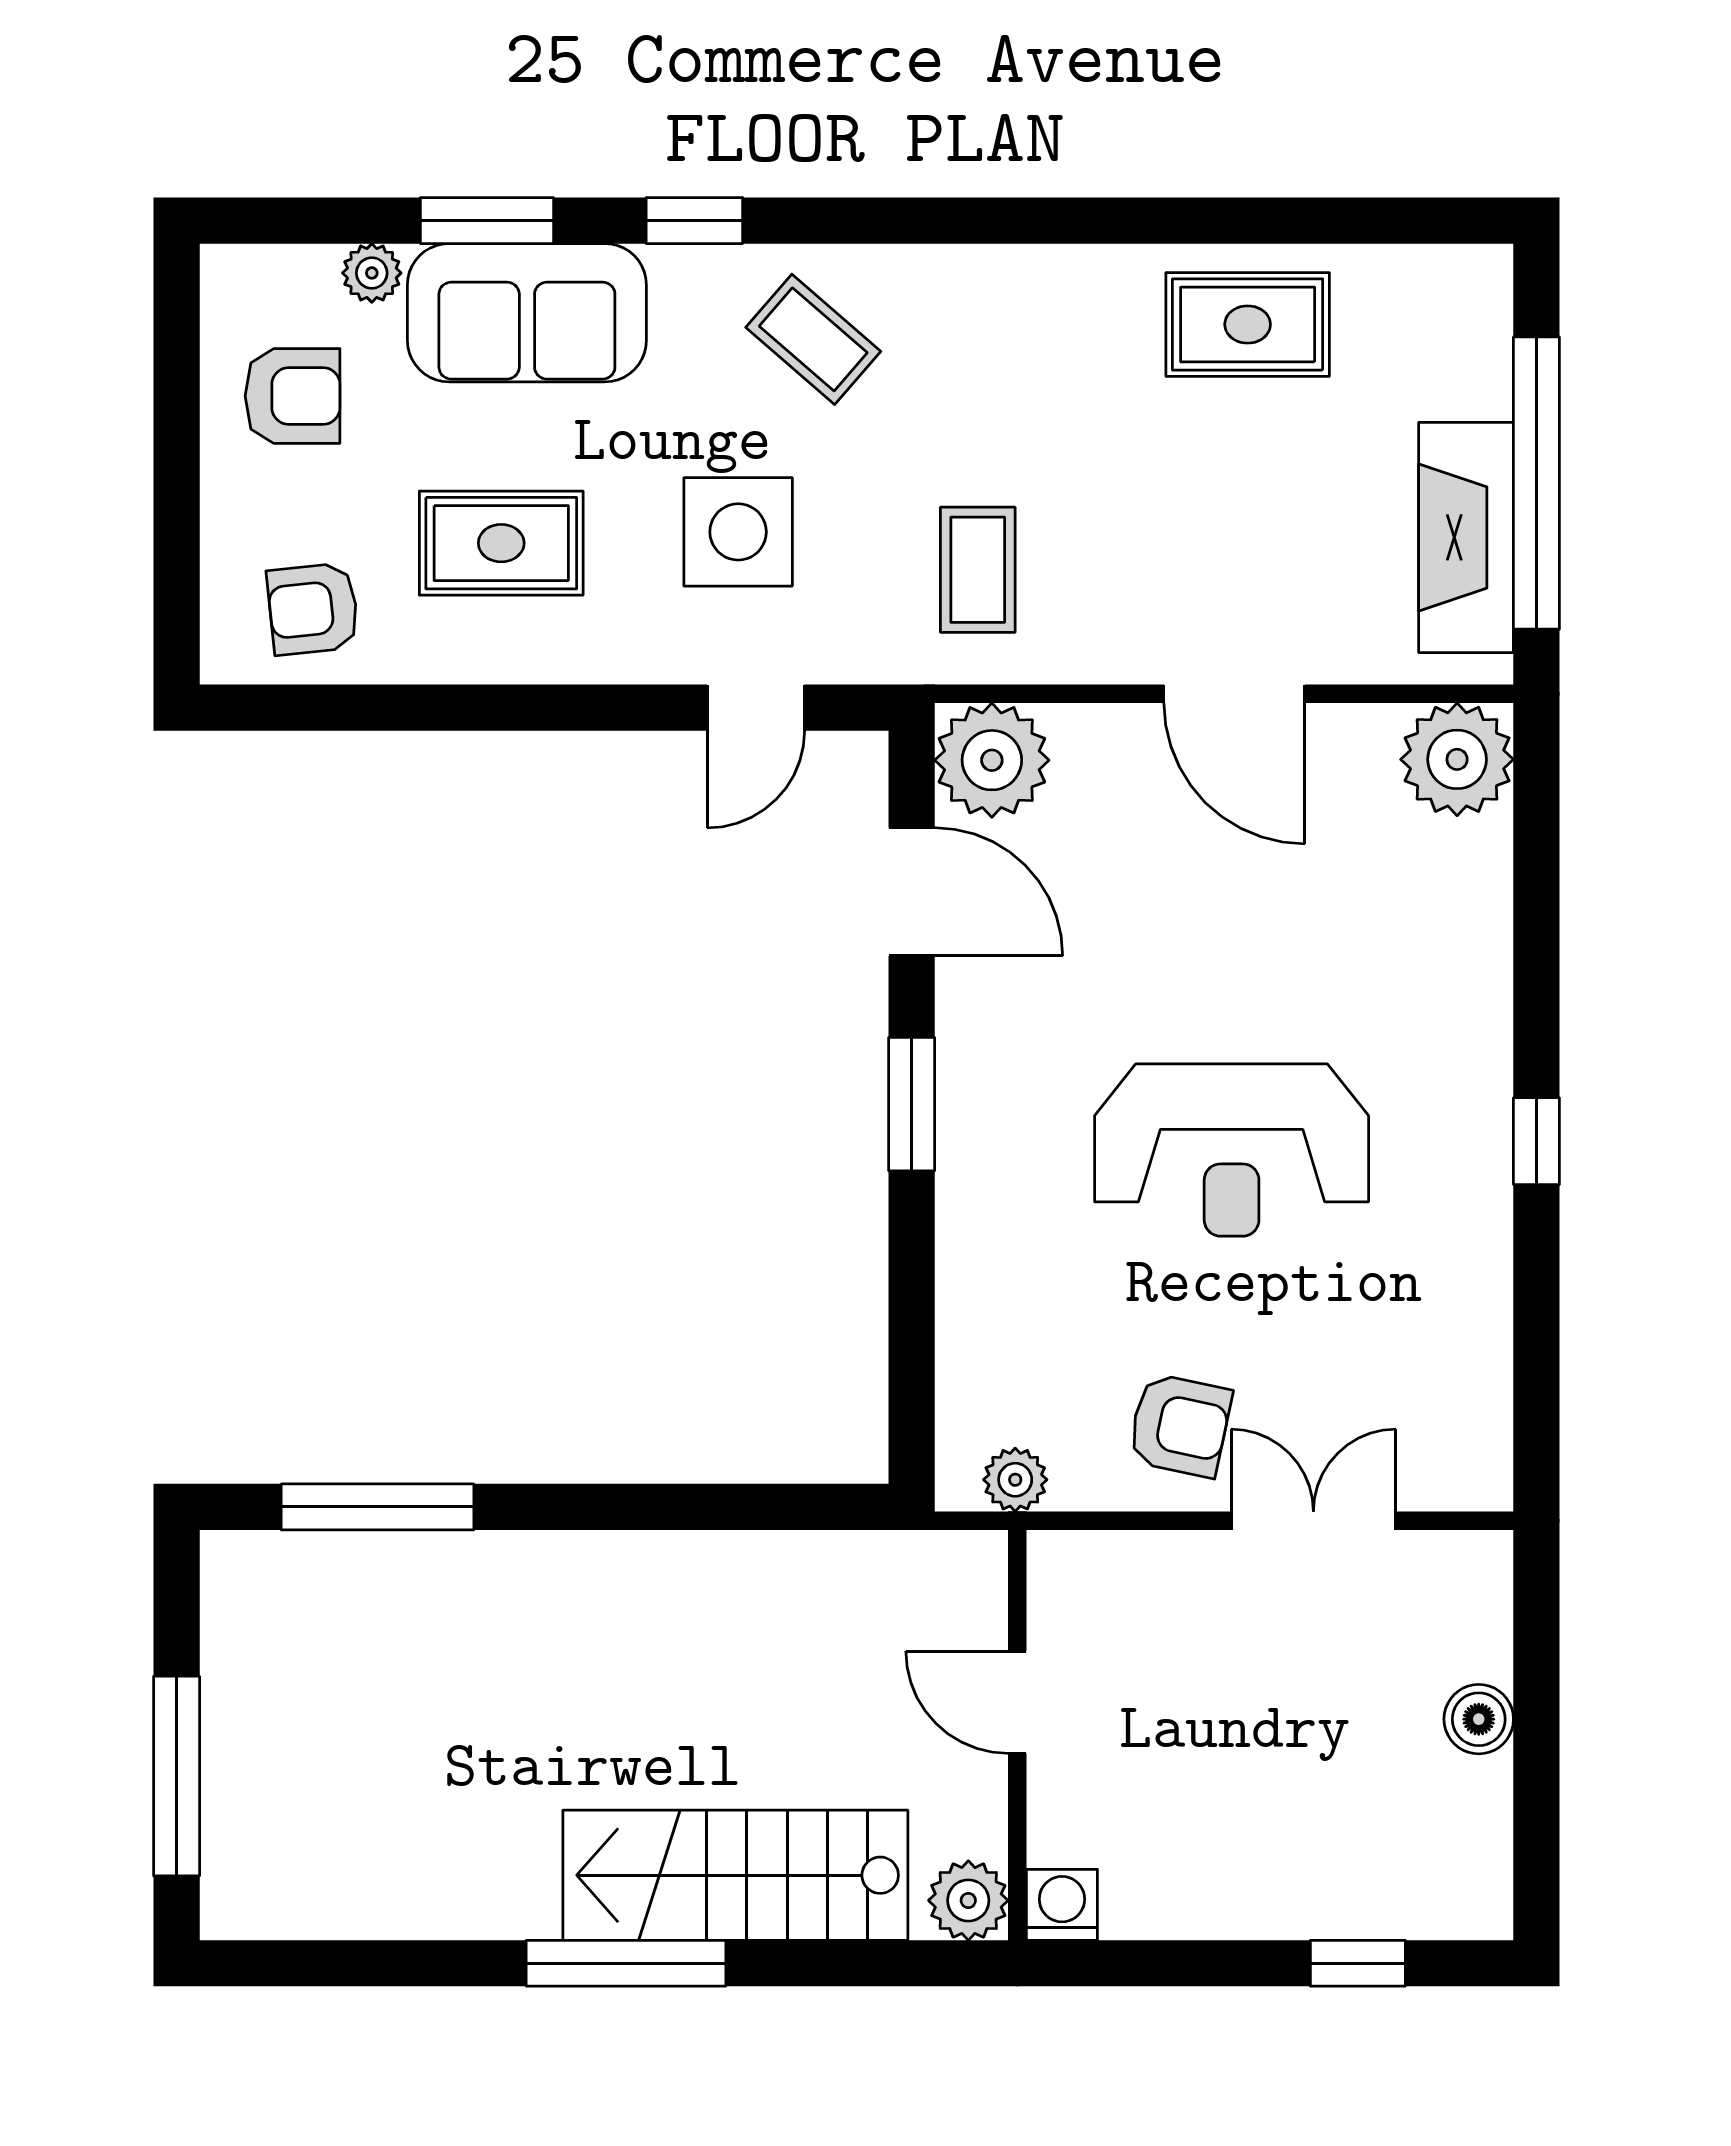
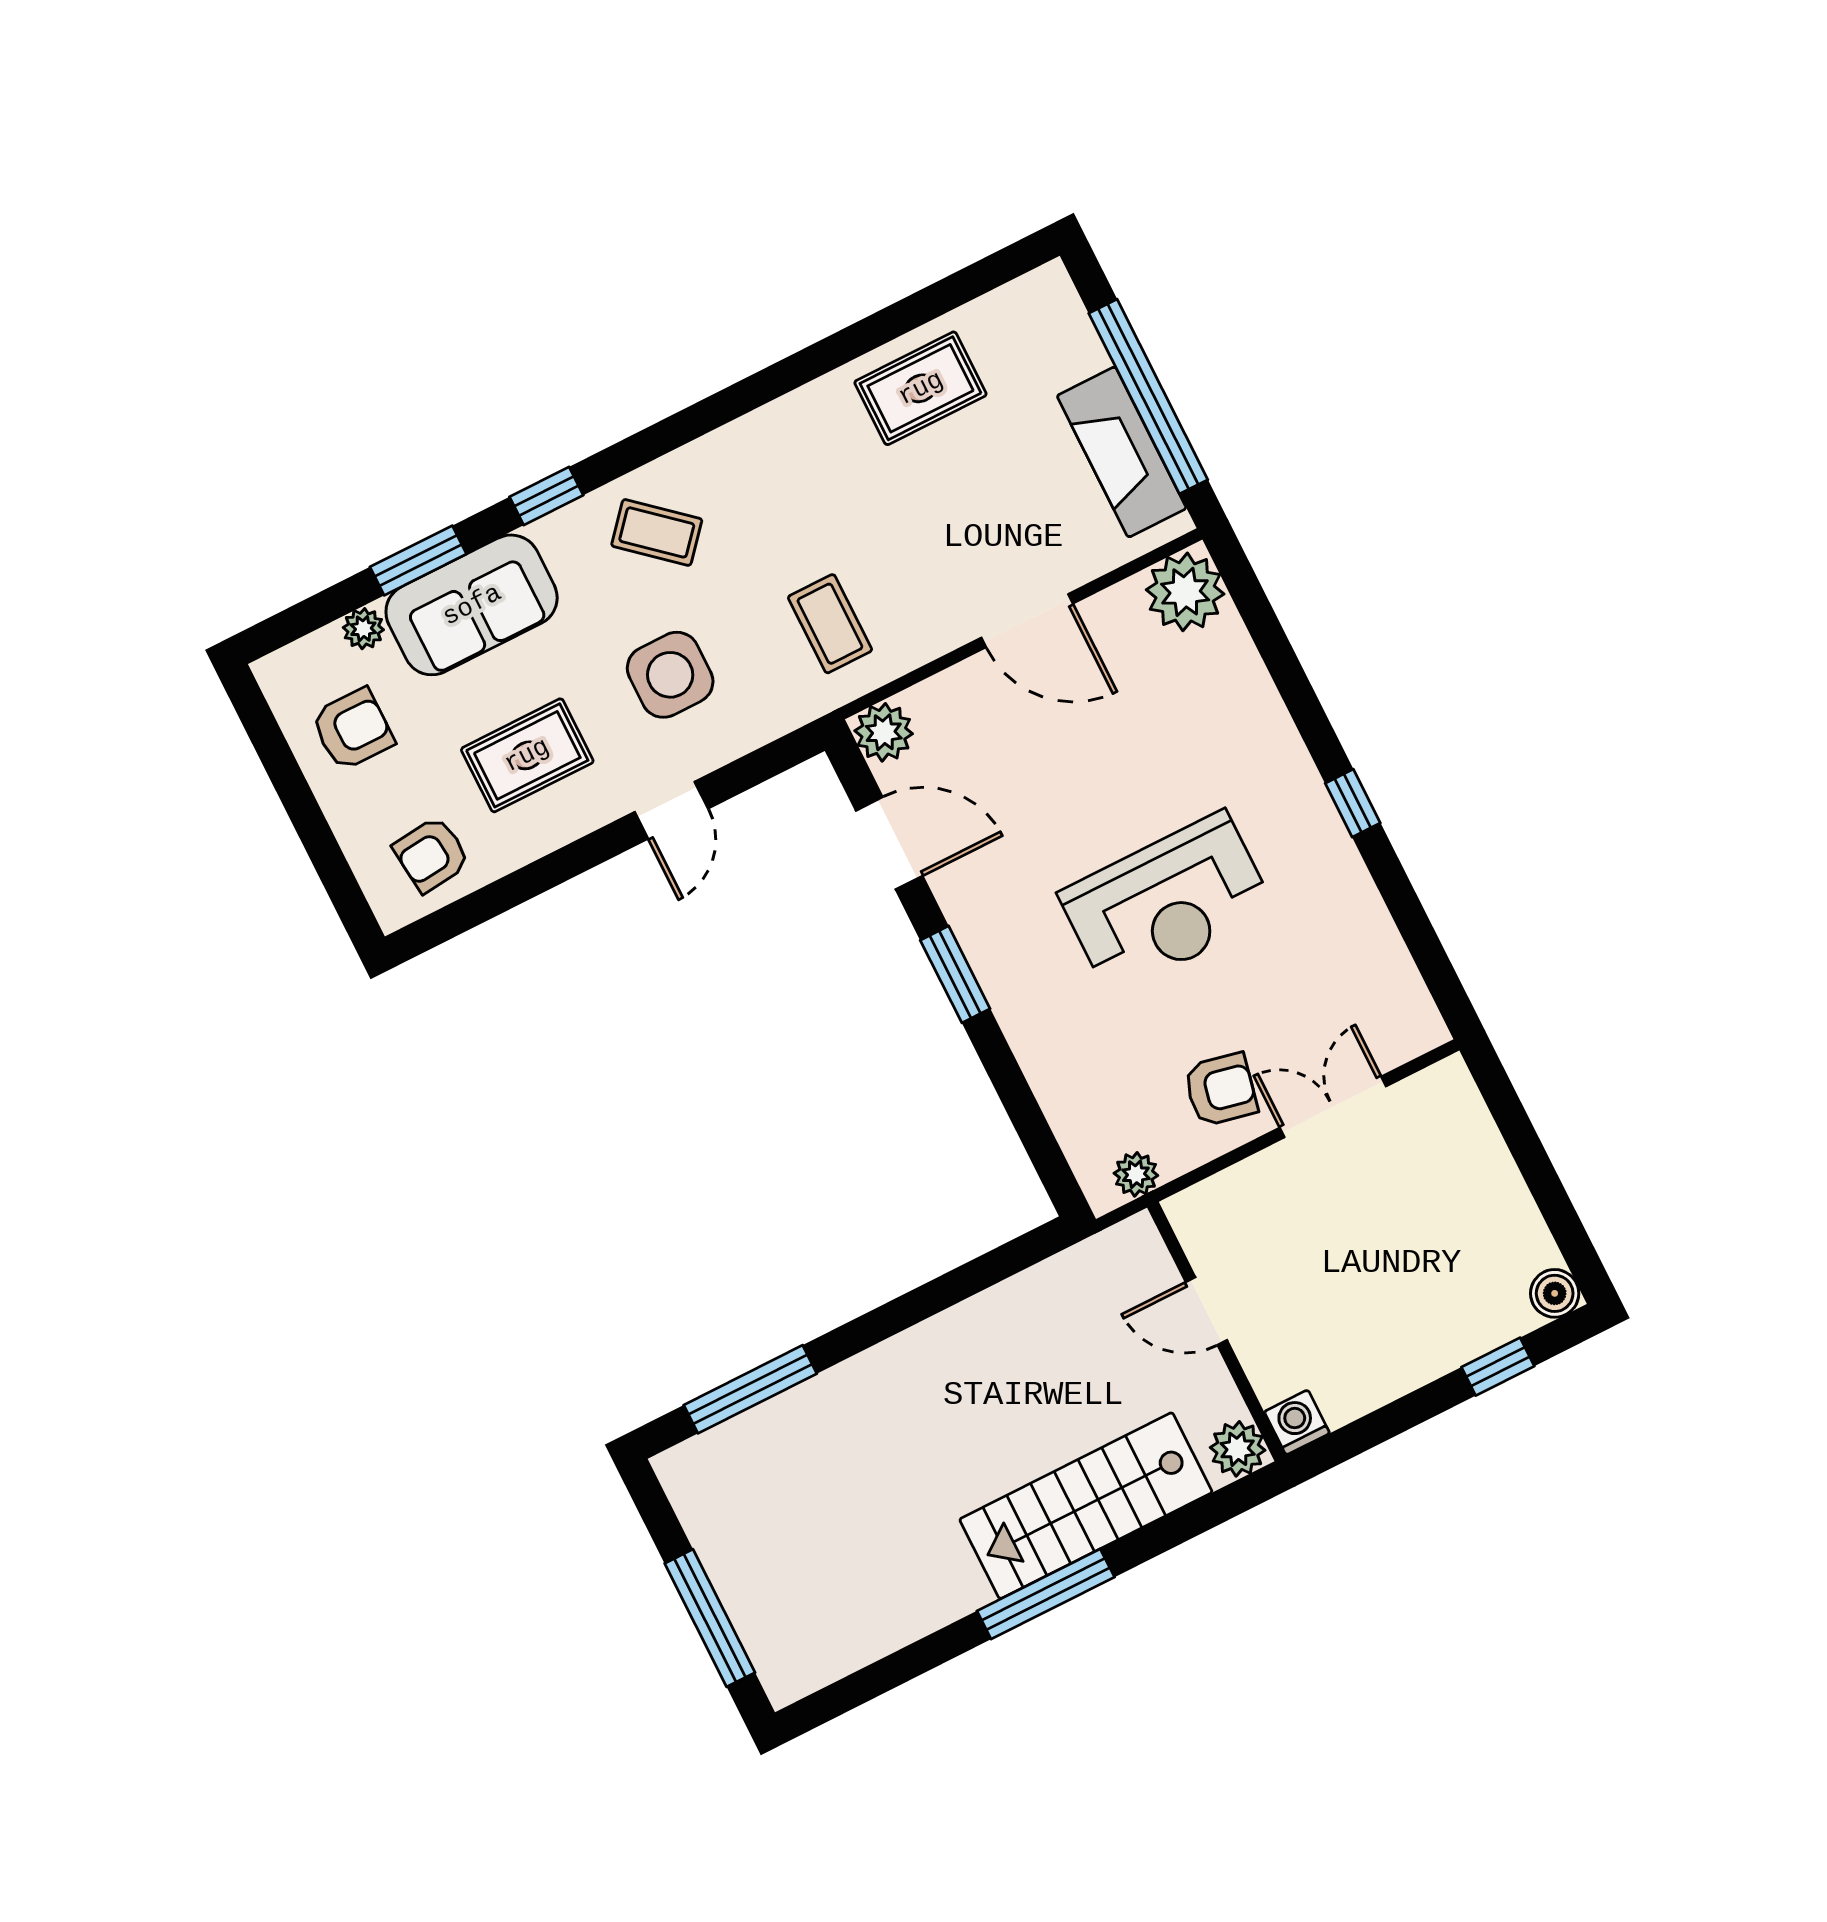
door: (756, 708) -> (671, 810), moved
plant: (992, 760) -> (884, 732), width x0.73, depth x0.73
boiler: (1479, 1719) -> (1555, 1293), moved

